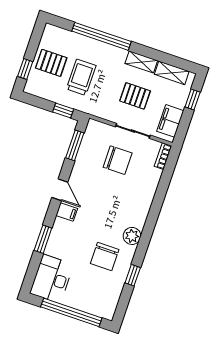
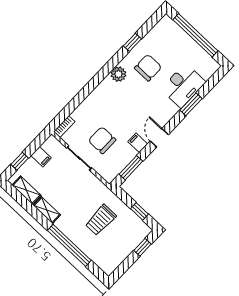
pallet: (51, 63) -> (119, 243), removed
pallet: (135, 96) -> (64, 185), removed
window: (63, 111) -> (139, 211), moved
filing cabinet: (170, 121) -> (41, 157), width x0.50
filing cabinet: (67, 212) -> (138, 143), moved
desk: (52, 279) -> (183, 85), moved

